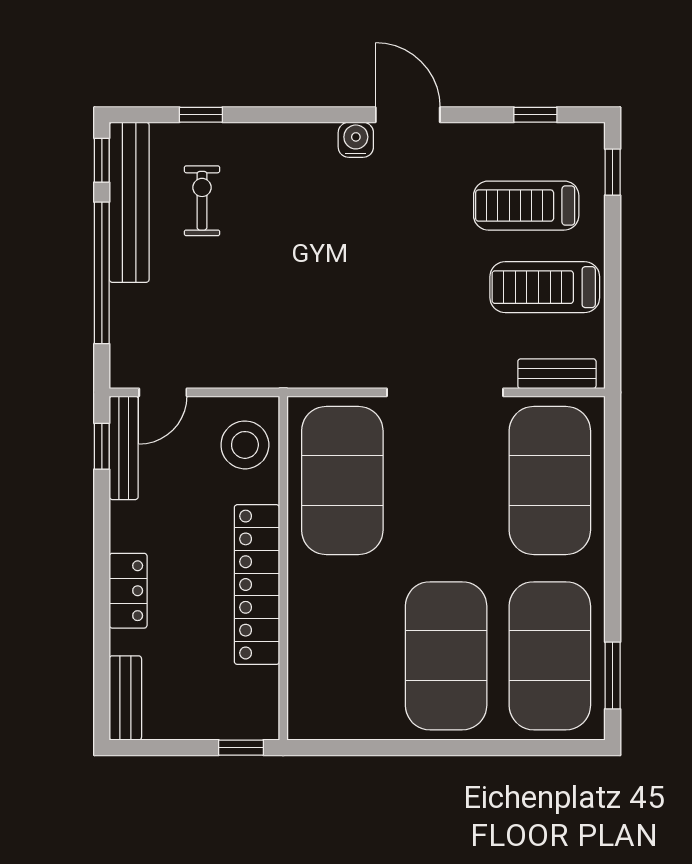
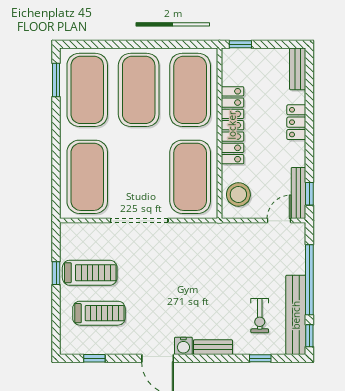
window: (613, 172) -> (56, 273), moved
bench: (557, 374) -> (213, 347), moved
exercise mat: (342, 656) -> (190, 90), added

